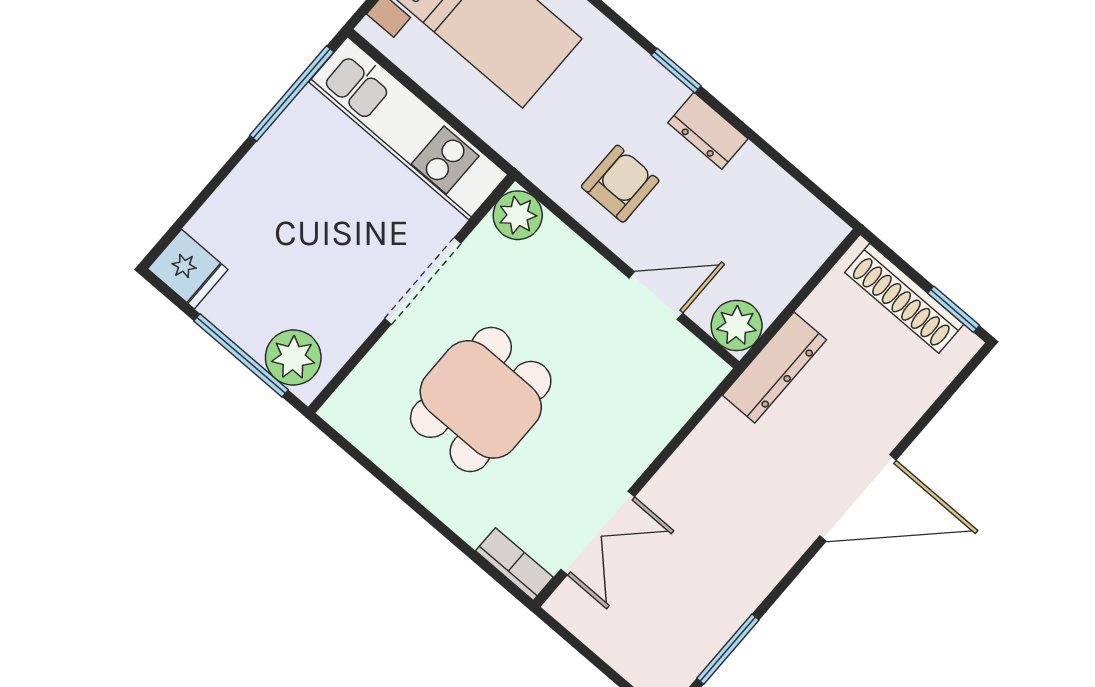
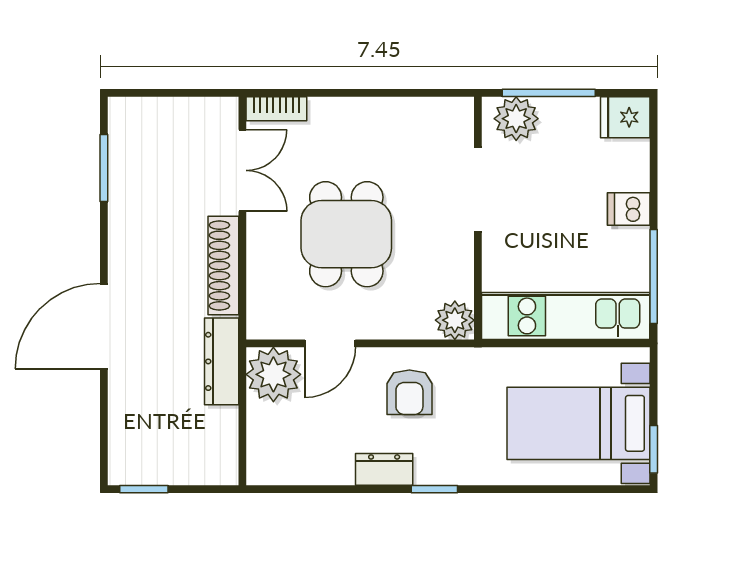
dishwasher: (260, 178) -> (629, 209), added
doorway: (423, 281) -> (478, 189), moved
shoe rack: (904, 298) -> (223, 266), moved, turned -90
plant: (737, 325) -> (273, 374), width x1.36, depth x1.36
dining table: (481, 399) -> (346, 234), moved
double door: (598, 533) -> (242, 170), swing flipped

